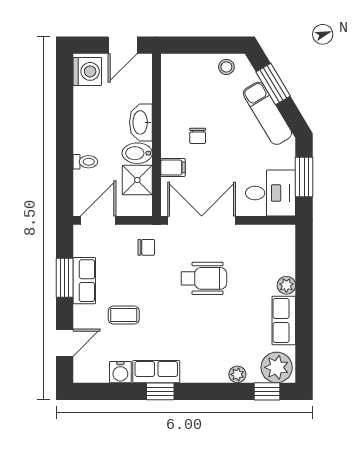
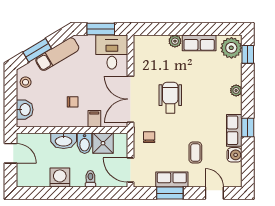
washbasin: (186, 66) -> (25, 110), added
washing machine: (87, 71) -> (60, 177), moved
plant: (237, 374) -> (236, 90), moved

